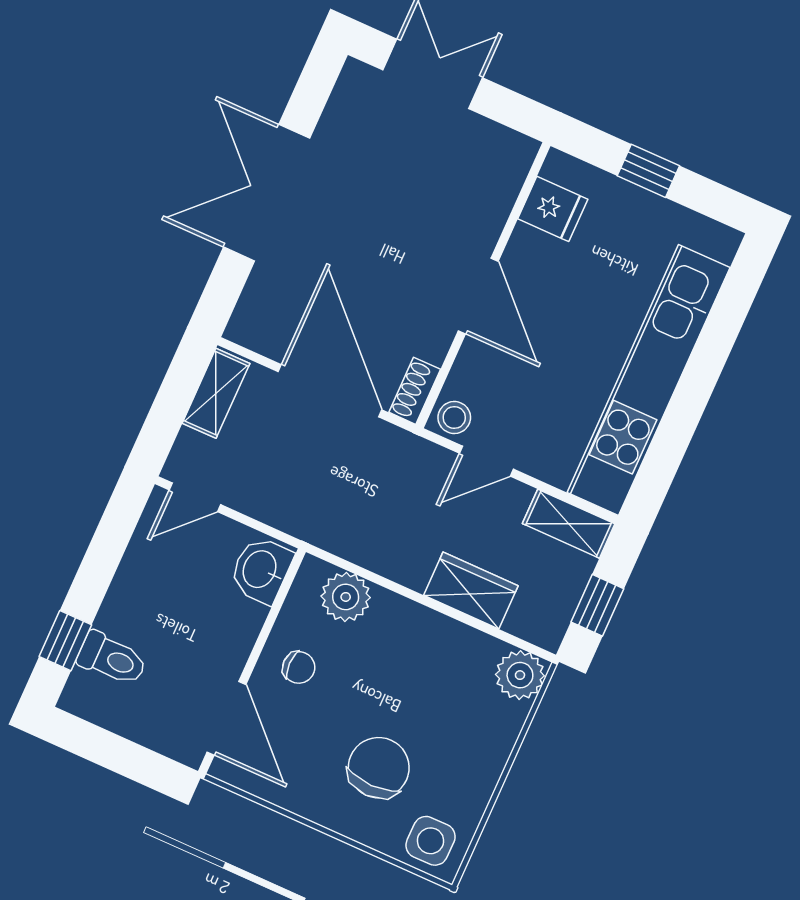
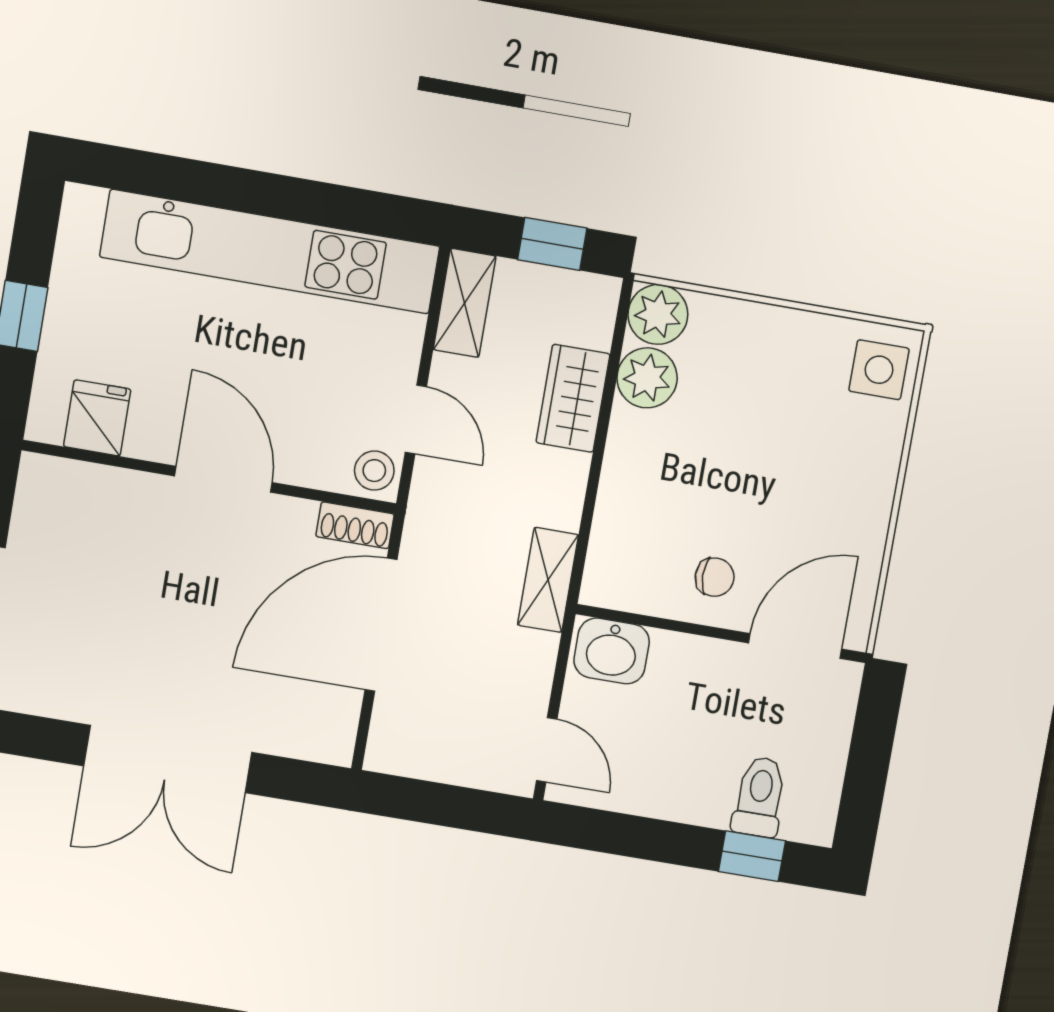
door: (478, 296) -> (223, 479), hinge flipped
shelving: (216, 393) -> (548, 580), moved, turned 90
plant: (346, 597) -> (647, 378), moved
chair: (299, 667) -> (715, 577), turned 89
chair: (379, 768) -> (808, 453), removed

